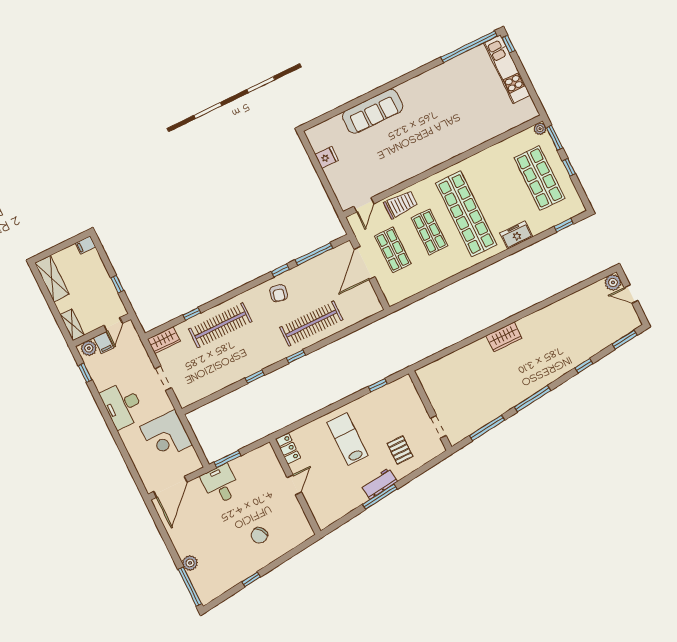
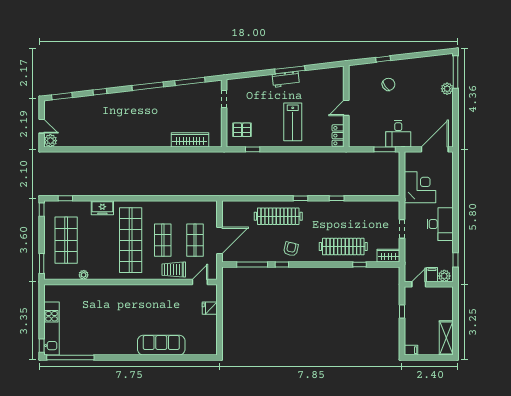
plant: (540, 129) -> (84, 275), moved
fridge: (327, 157) -> (210, 308), moved
window: (569, 167) -> (42, 210), moved
shelving: (72, 325) -> (448, 298), removed
wardrobe: (504, 337) -> (190, 140), moved, width x1.50
pallet: (400, 450) -> (242, 130), moved, turned 90
window: (251, 579) -> (383, 59), moved

